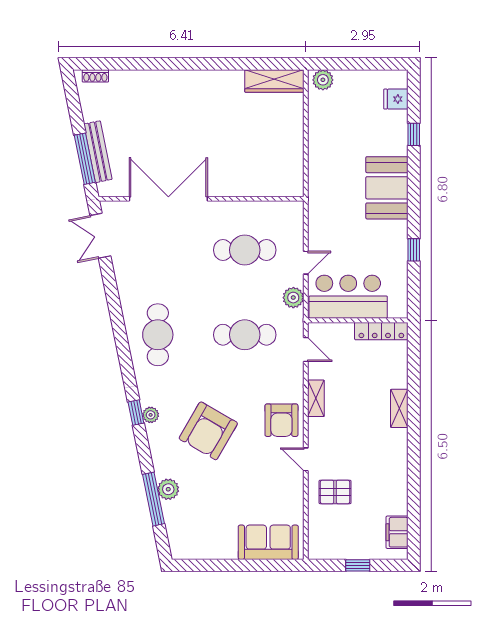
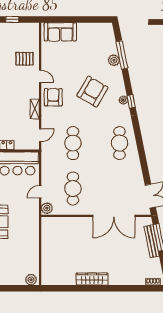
wardrobe: (274, 81) -> (92, 279), moved
cafe table: (245, 250) -> (73, 188), turned 90
door: (306, 263) -> (40, 192), moved
plant: (293, 298) -> (47, 208), moved
cafe table: (245, 335) -> (73, 143), turned 90
door: (306, 350) -> (40, 135), swing flipped

